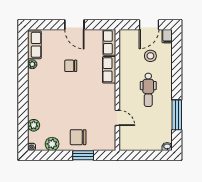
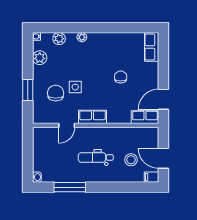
door: (74, 25) -> (163, 99), moved
row of seats: (34, 45) -> (152, 47), moved, turned 90
plant: (32, 64) -> (82, 37), moved
row of seats: (109, 70) -> (92, 117), moved
side table: (80, 110) -> (75, 87), added
chair: (78, 137) -> (56, 93), moved

